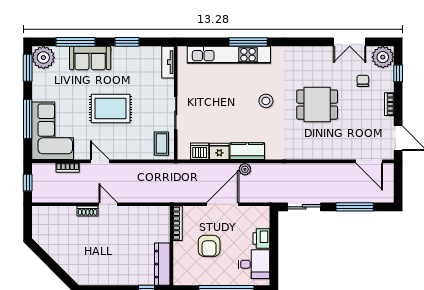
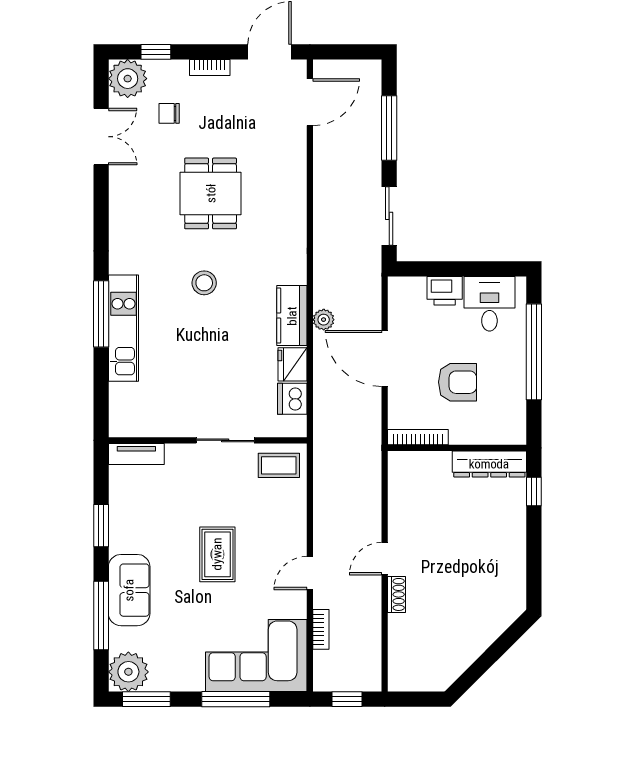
kitchen unit: (229, 55) -> (123, 328), width x0.73
rug: (111, 108) -> (217, 554), width x0.73, depth x0.70

